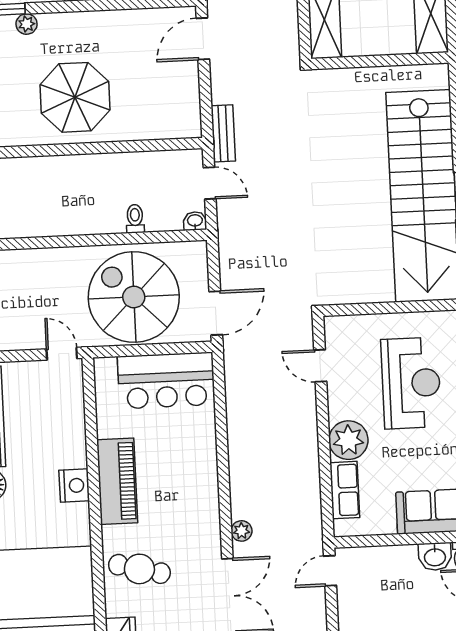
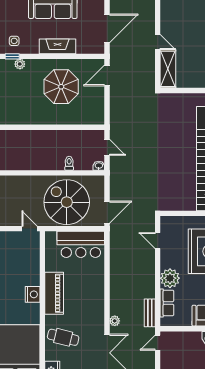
parasol: (75, 97) -> (61, 87), moved
bench: (223, 133) -> (150, 313), moved

